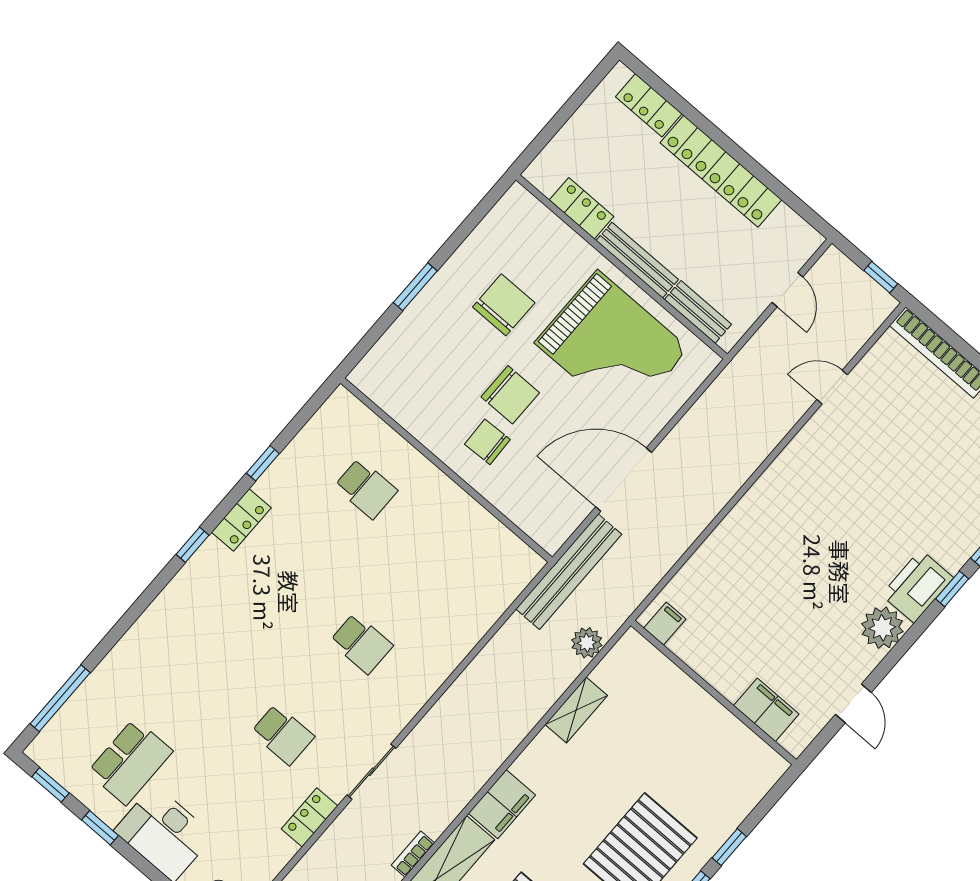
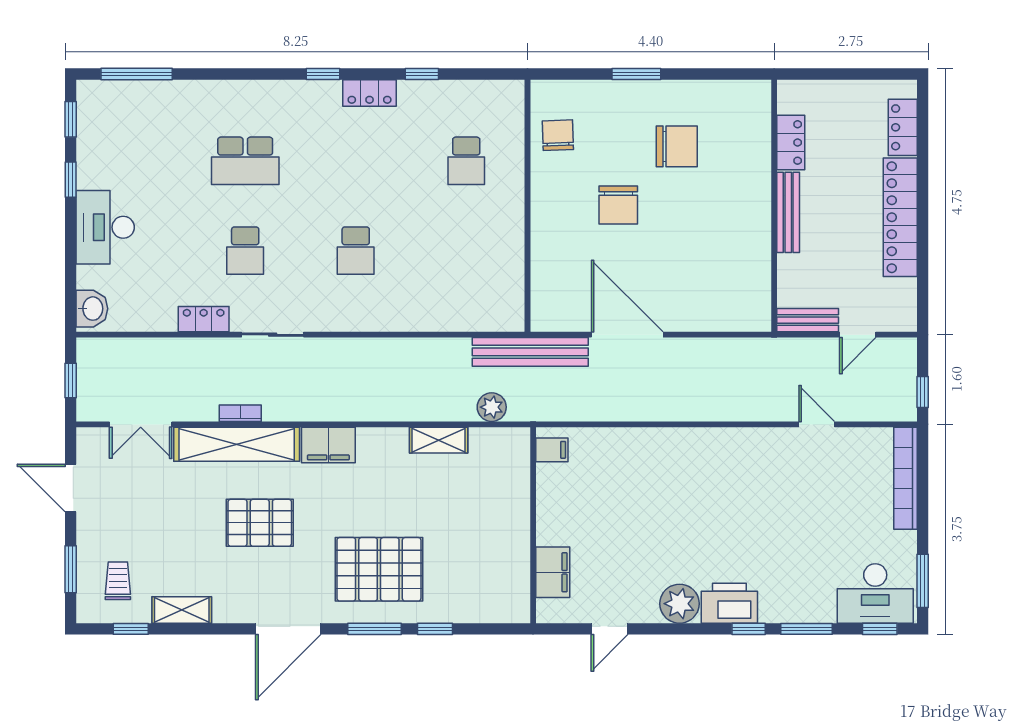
bench: (698, 312) -> (808, 320), moved, turned 90
grand piano: (612, 346) -> (713, 246), removed
chair: (487, 442) -> (558, 135), moved
school desk: (130, 762) -> (245, 161), moved

